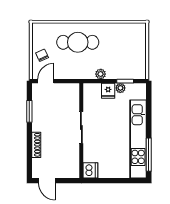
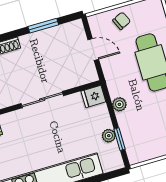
door: (46, 81) -> (93, 50), moved
fridge: (108, 91) -> (93, 97), moved

